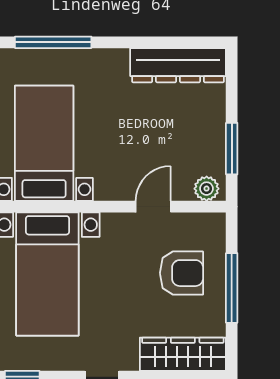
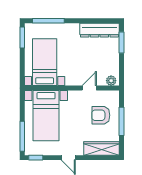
window: (232, 149) -> (121, 43), moved
armchair: (182, 273) -> (101, 115), turned 180

